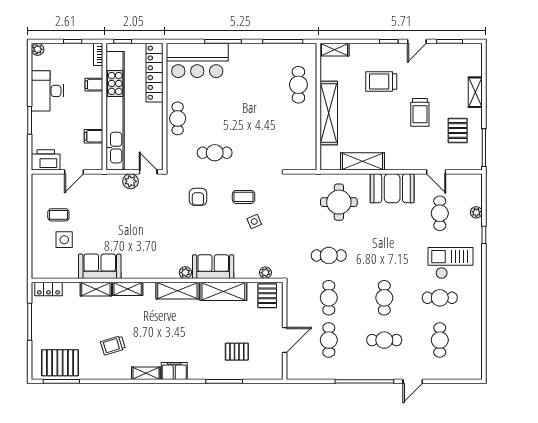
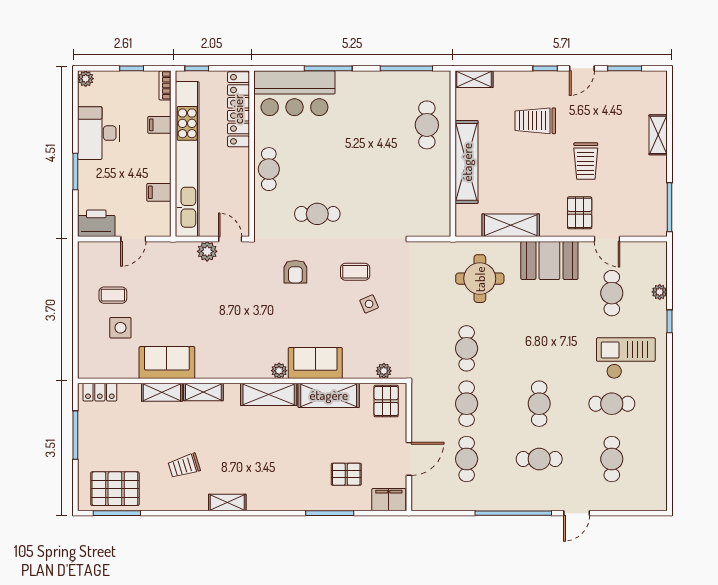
pallet: (458, 131) -> (580, 213), moved
cafe table: (329, 255) -> (467, 348), turned 90
filing cabinet: (174, 371) -> (389, 500), moved

